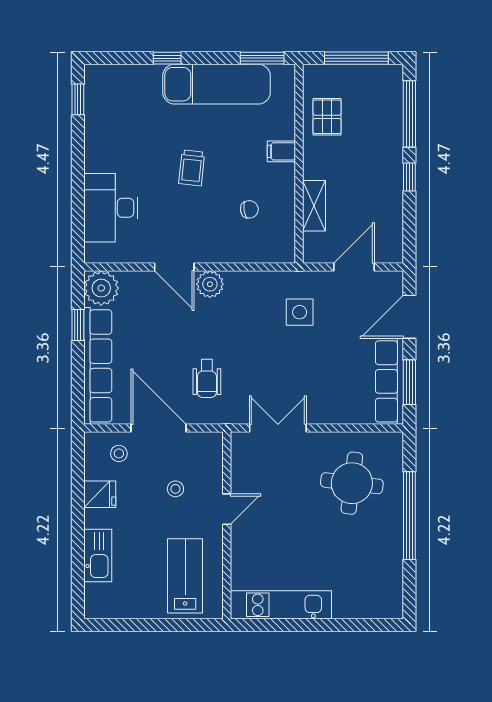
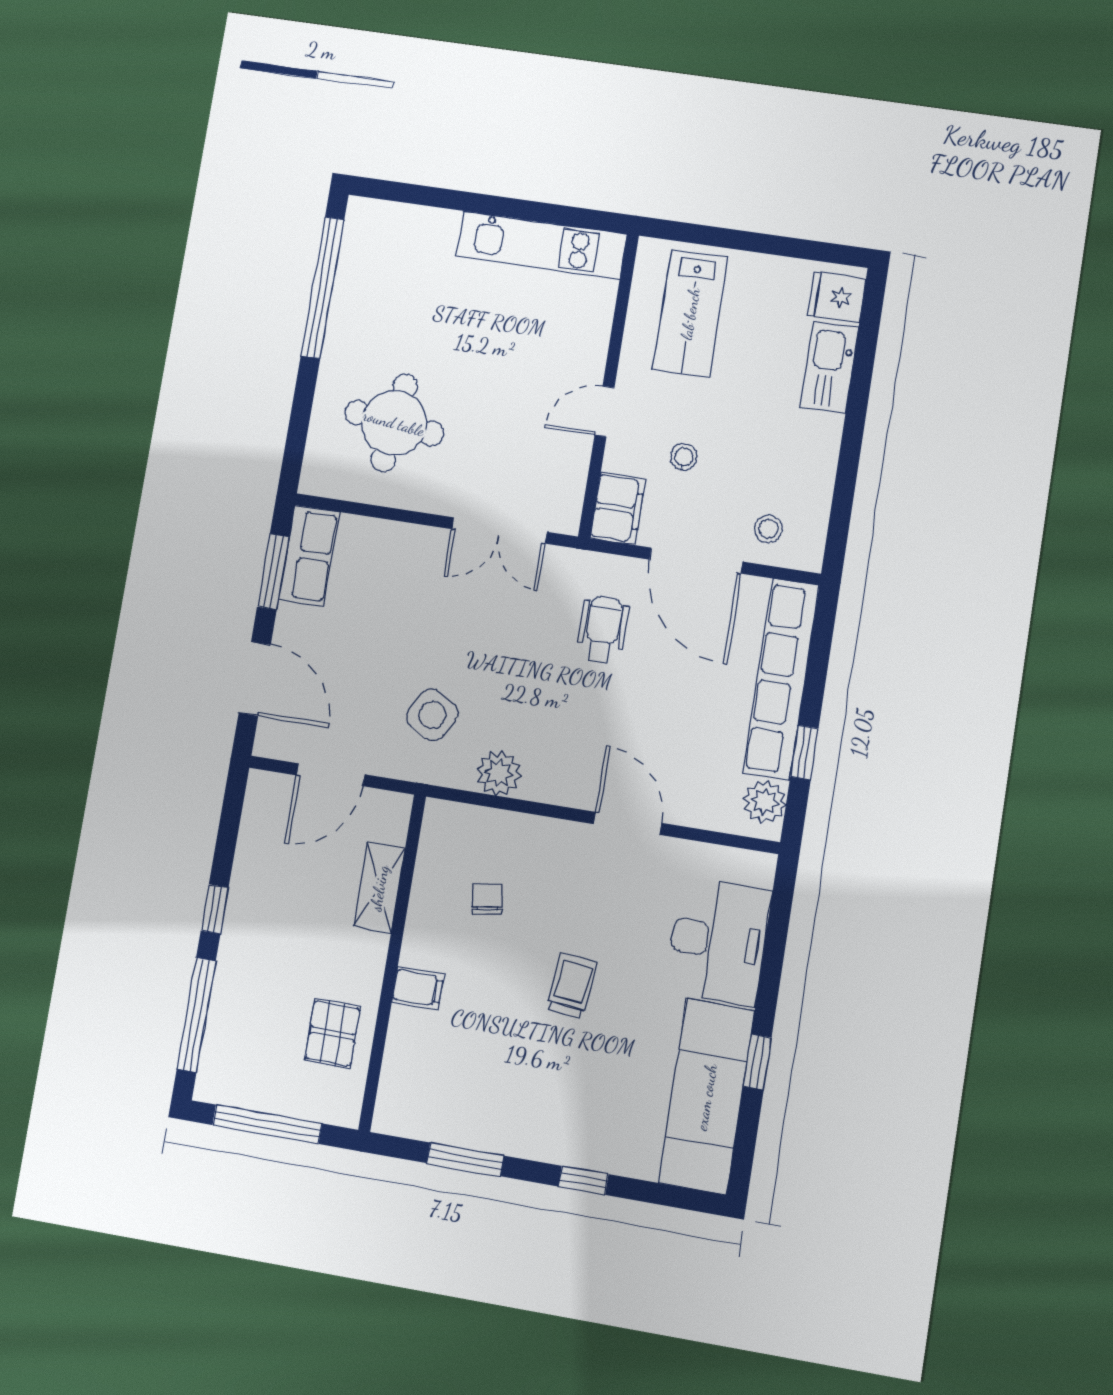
window: (262, 58) -> (465, 1159), moved
exam couch: (216, 84) -> (706, 1097), moved, turned -90
window: (78, 99) -> (757, 1062), moved
chair: (249, 209) -> (487, 899), turned 90
plant: (210, 284) -> (499, 773), moved
plant: (101, 288) -> (765, 802), width x0.73, depth x0.73
side table: (300, 312) -> (432, 715), turned 30
door: (409, 317) -> (255, 679), hinge flipped
row of seats: (389, 381) -> (309, 556), width x0.68
filing cabinet: (210, 452) -> (618, 508), added
fridge: (100, 494) -> (836, 297), moved
window: (409, 516) -> (323, 287), moved

